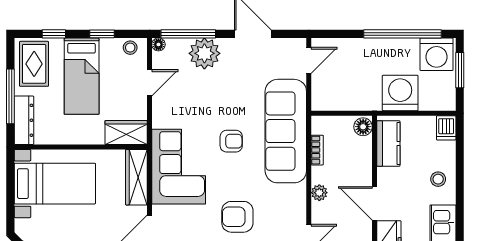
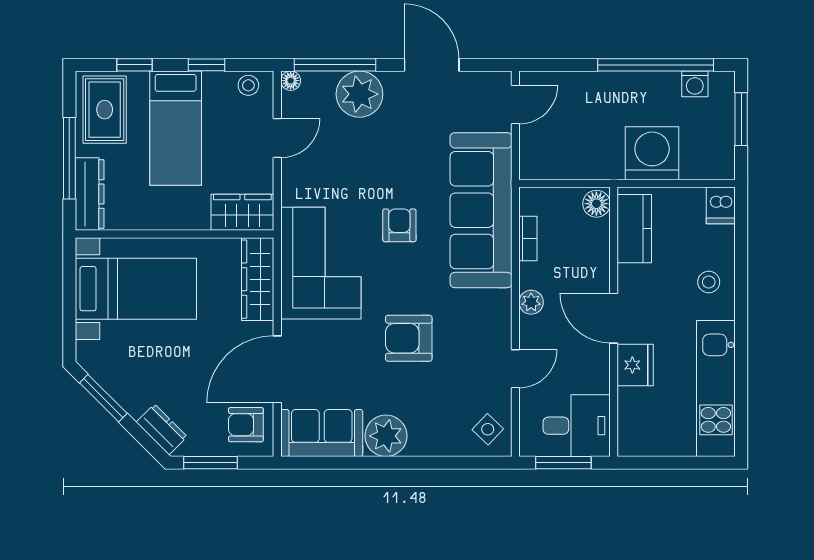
washing machine: (436, 54) -> (695, 84), width x0.53, depth x0.53
armchair: (231, 141) -> (399, 225), turned -90

